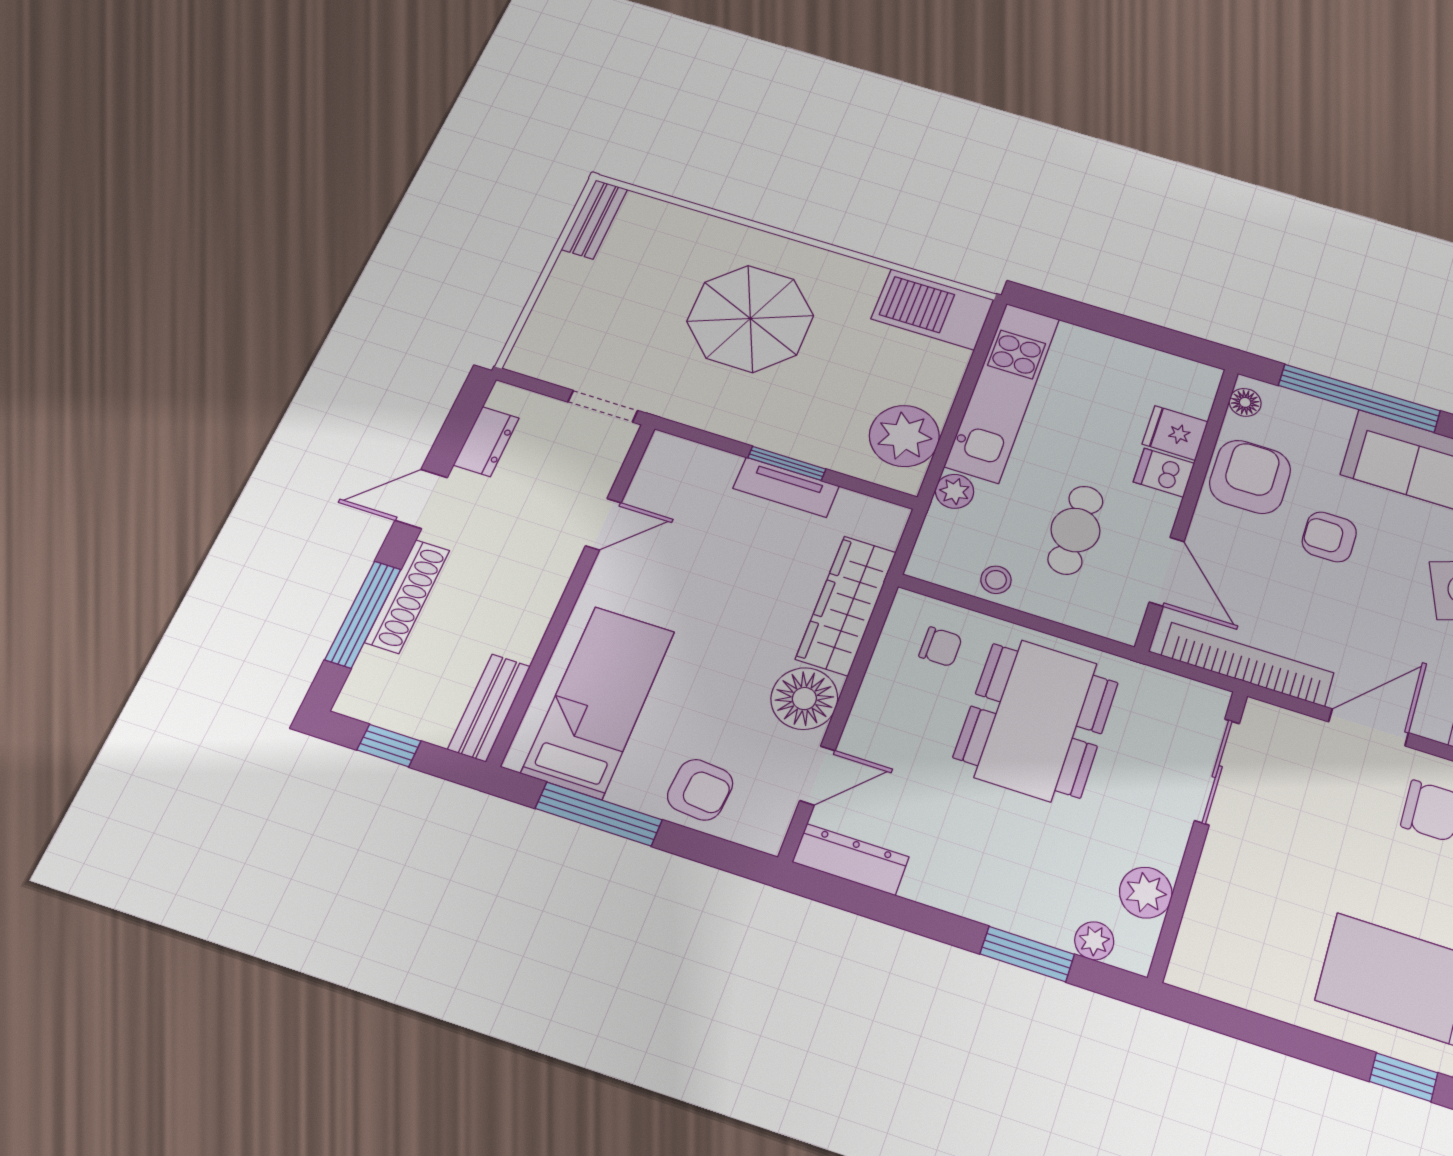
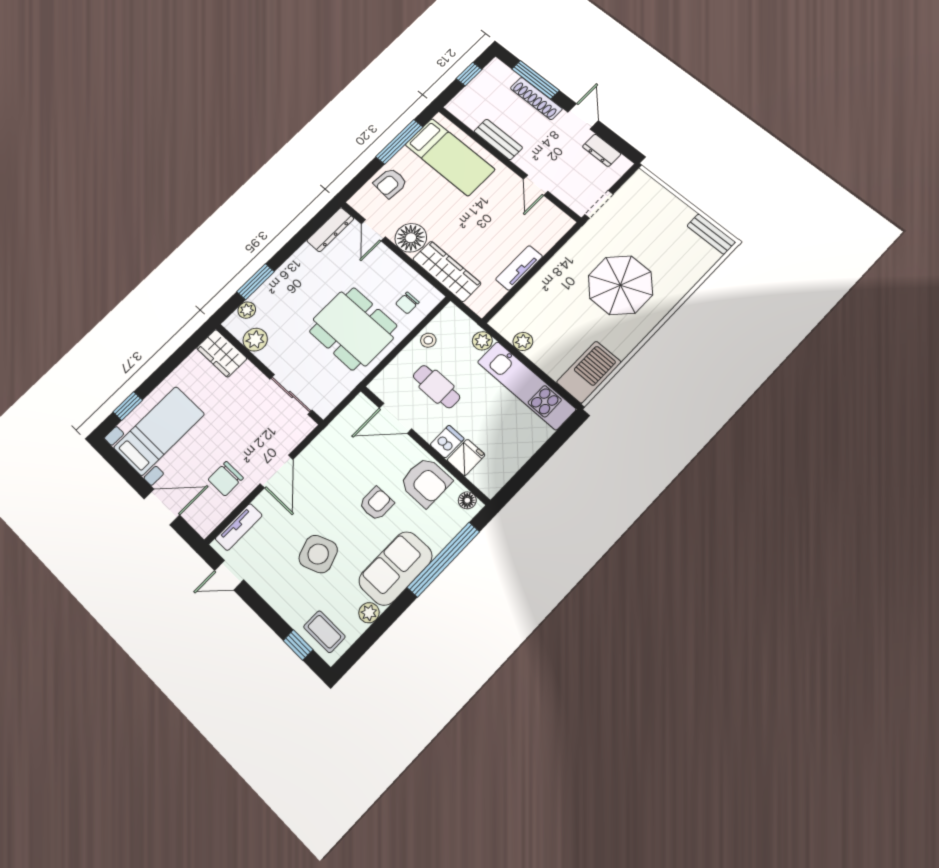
plant: (904, 436) -> (523, 341), width x0.53, depth x0.53
window: (787, 463) -> (532, 273), removed
bookcase: (1248, 664) -> (333, 433), removed
bench: (489, 708) -> (498, 139), moved
wardrobe: (1205, 944) -> (222, 353), added

